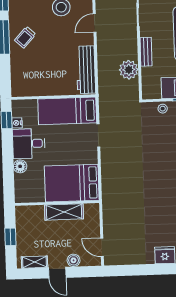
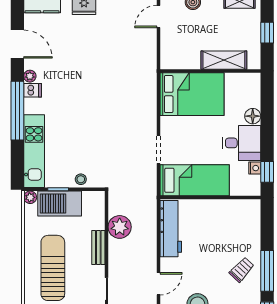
shelving: (64, 212) -> (224, 60), moved
door: (102, 247) -> (158, 16), swing flipped

